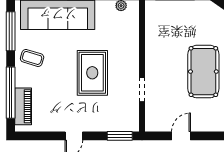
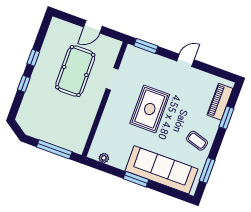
window: (11, 31) -> (207, 170), width x0.69
pool table: (203, 72) -> (75, 71), moved
window: (11, 93) -> (226, 118), width x0.47

